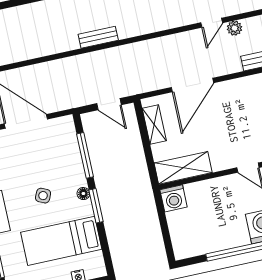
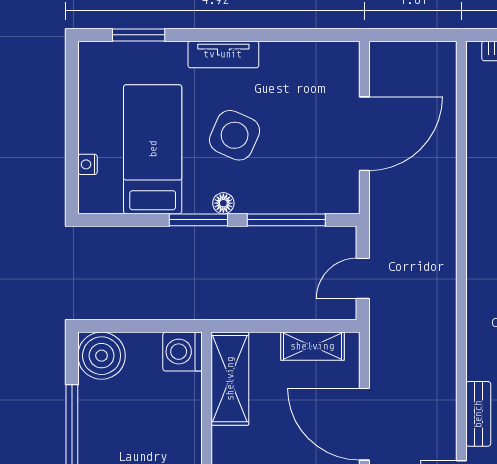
bench: (98, 37) -> (478, 414), moved
side table: (43, 196) -> (235, 135), width x1.87, depth x1.87
boiler: (186, 244) -> (102, 356), added

